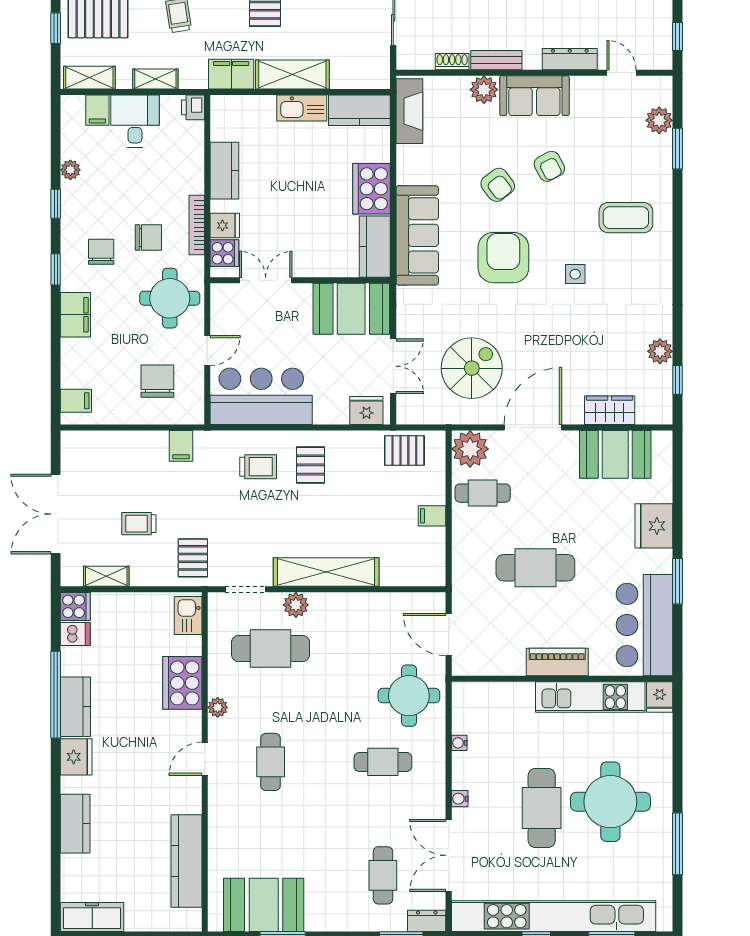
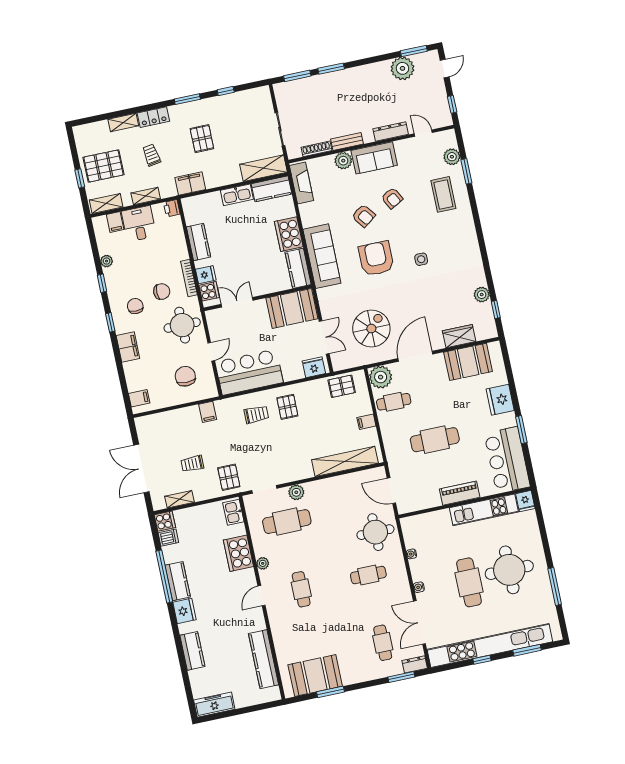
shoe rack: (452, 62) -> (316, 149), width x1.43
shelving: (292, 74) -> (263, 168), moved
coffee table: (626, 218) -> (443, 194), moved, turned 90
shelving: (326, 572) -> (345, 461), moved

